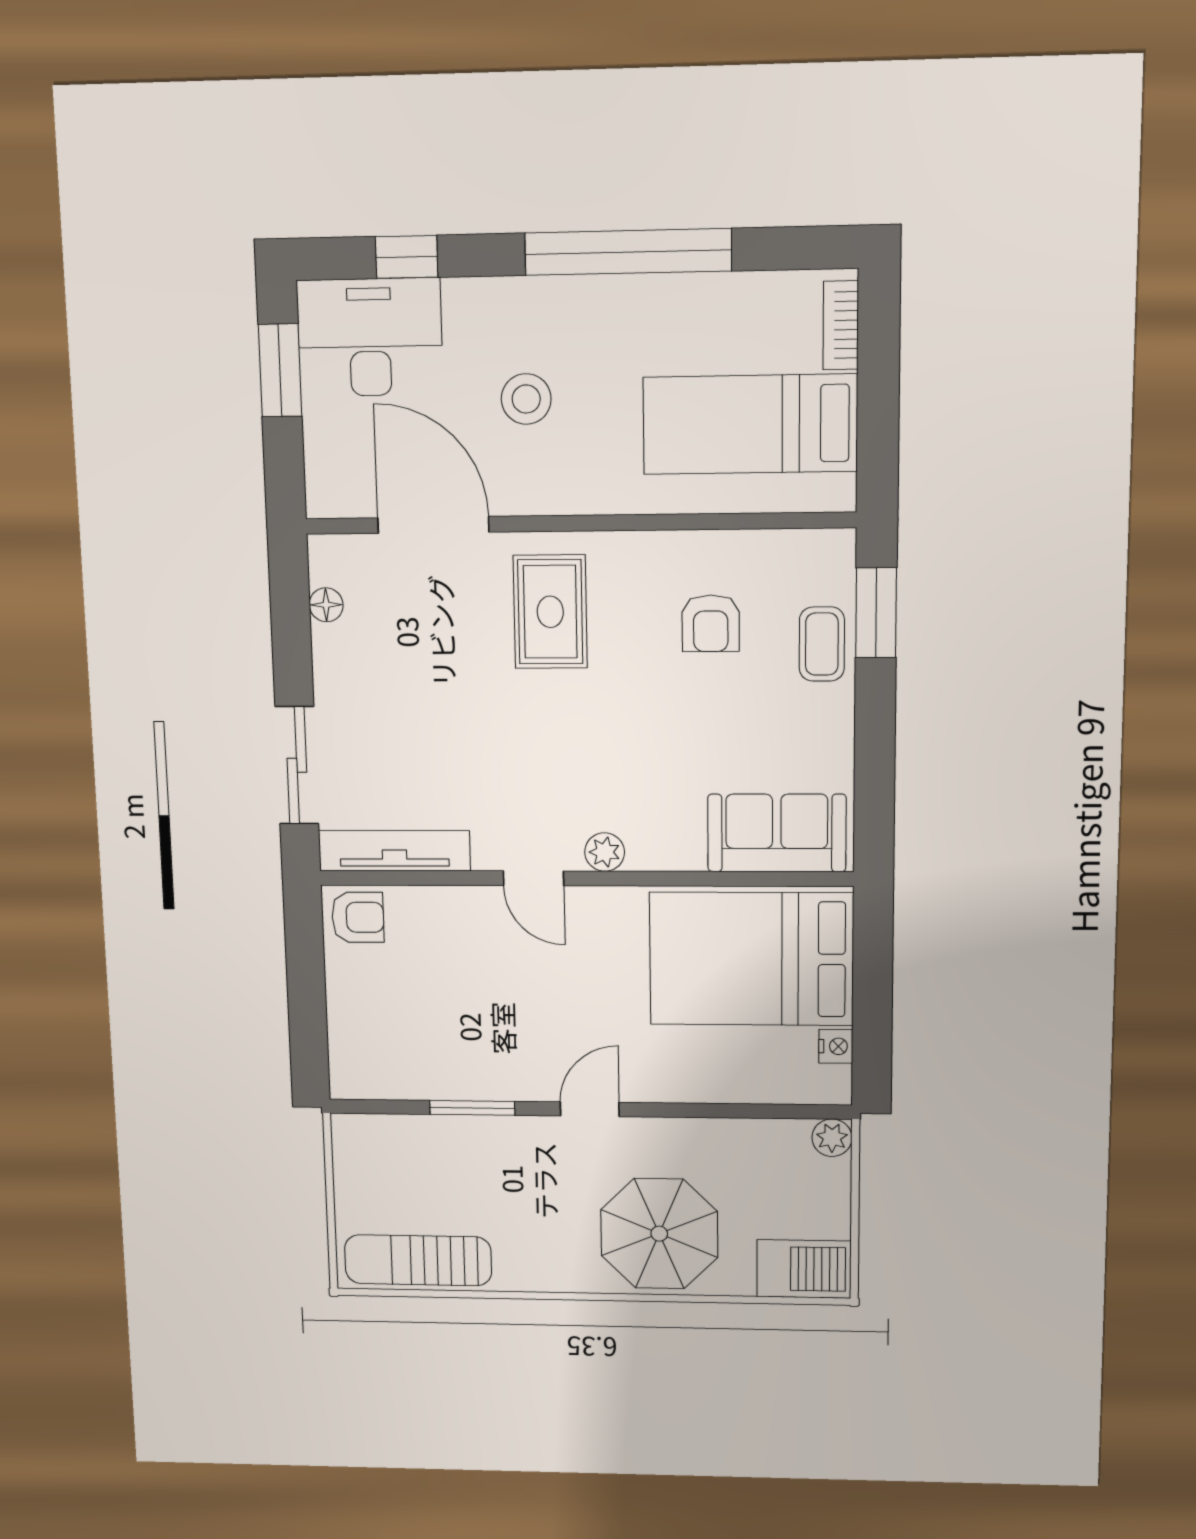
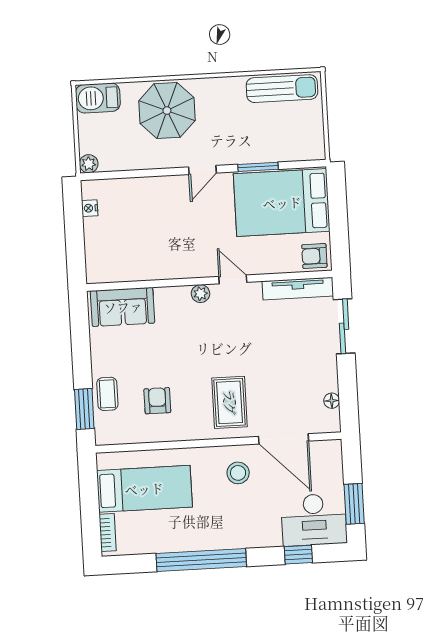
stool: (526, 399) -> (238, 473), moved
bed: (751, 959) -> (282, 203), moved, turned 180

